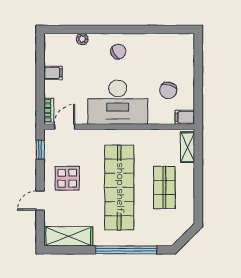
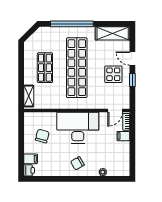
printer: (187, 41) -> (29, 170), added
filing cabinet: (53, 73) -> (123, 136), moved
filing cabinet: (185, 117) -> (31, 159), moved
window: (40, 150) -> (132, 80), moved
door: (40, 201) -> (132, 59), swing flipped

